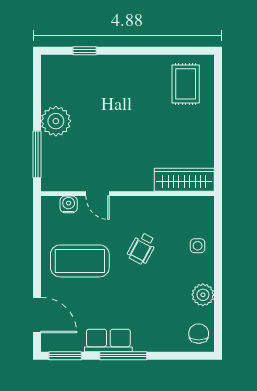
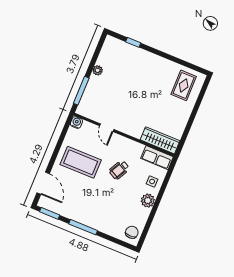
plant: (56, 121) -> (98, 70), width x0.53, depth x0.53
water cooler: (69, 204) -> (76, 122), moved
plant: (203, 295) -> (148, 201), moved
row of seats: (108, 340) -> (157, 158), moved, turned 180

